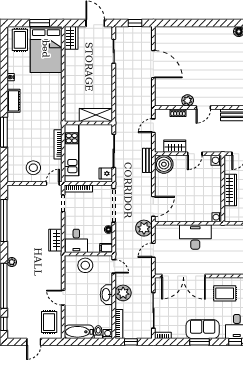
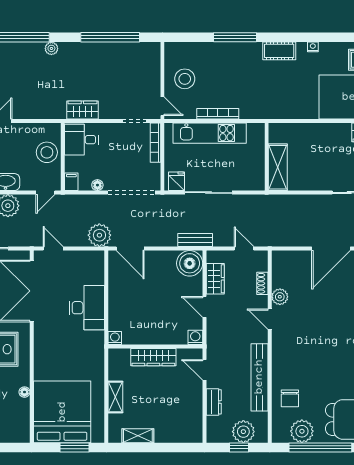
shelving: (96, 115) -> (278, 167), moved
wall: (88, 123) -> (267, 157), moved
door: (153, 250) -> (53, 249), moved

